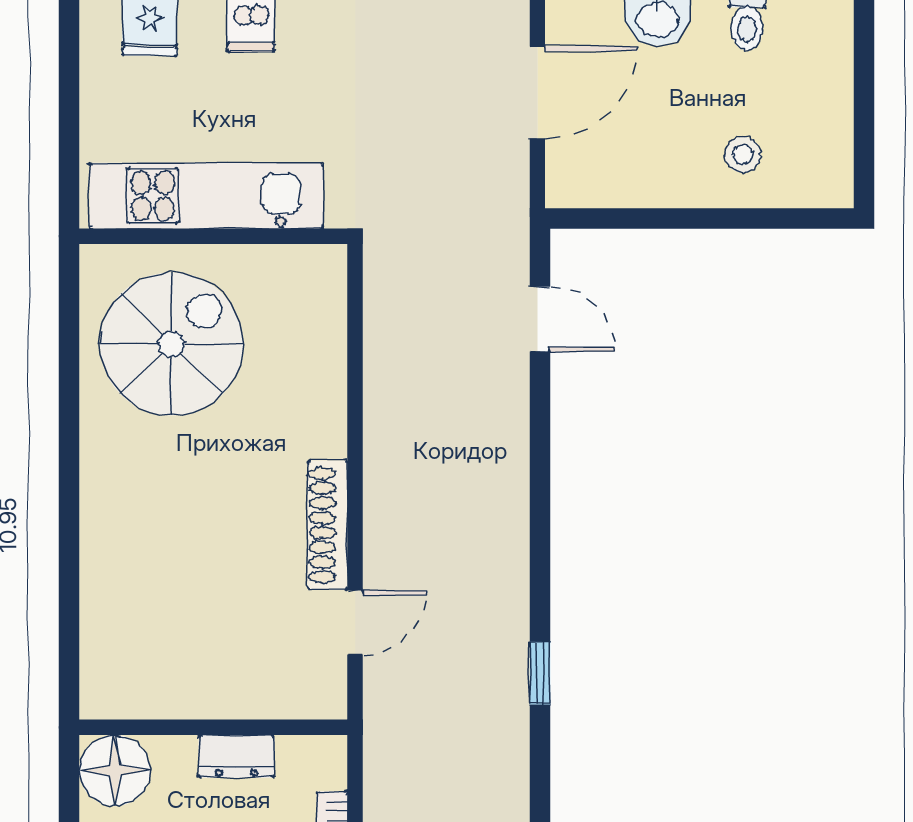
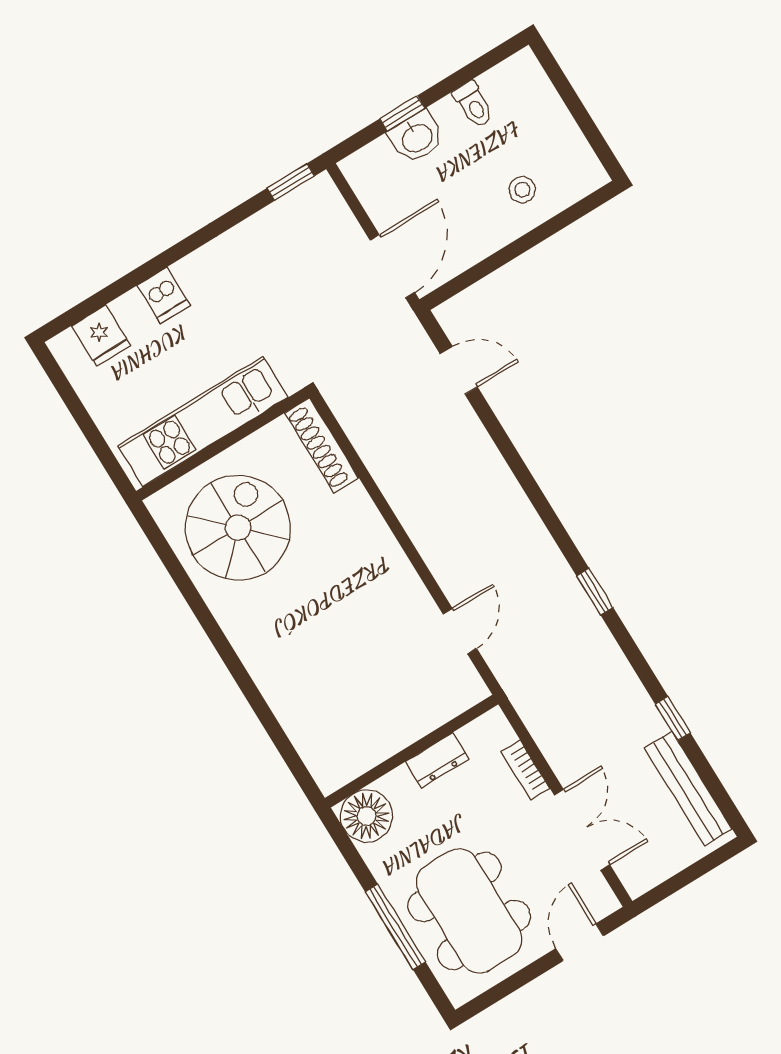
door: (537, 92) -> (392, 266), moved
shoe rack: (328, 525) -> (322, 445), moved

